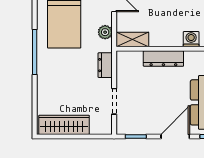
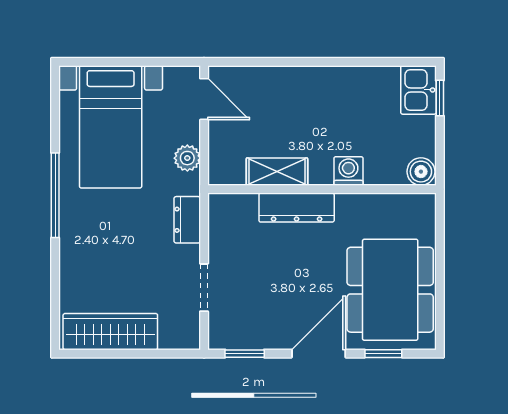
shelving: (132, 39) -> (277, 172), moved

